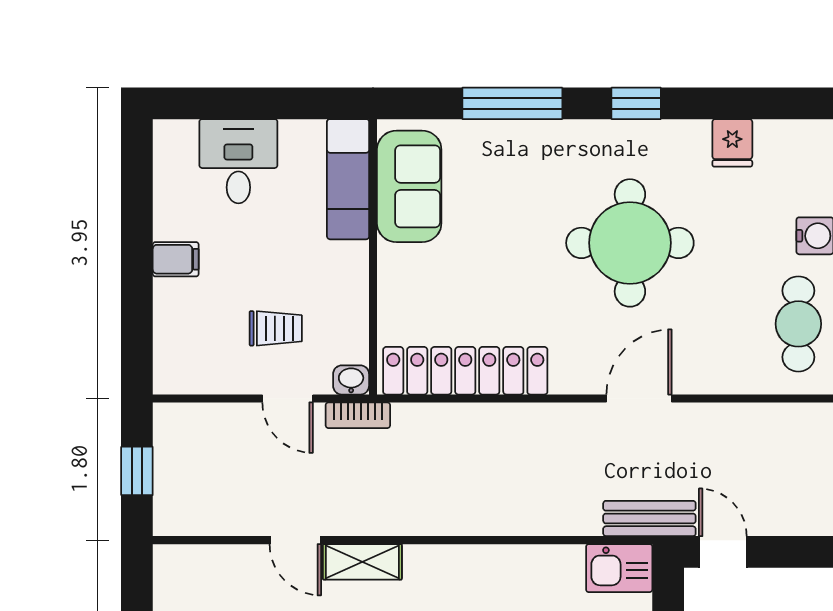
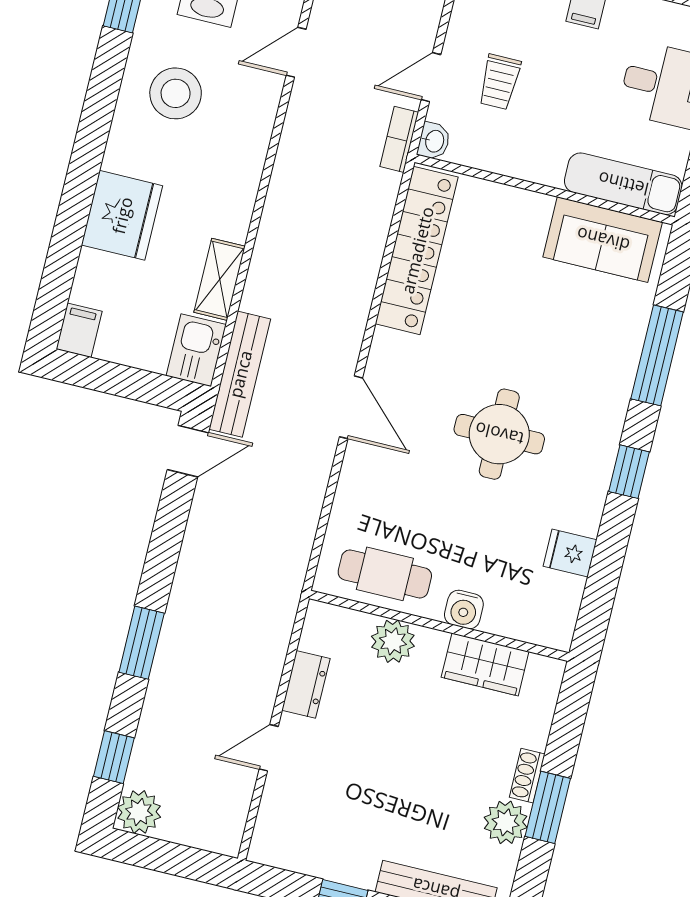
round table: (630, 243) -> (499, 434), width x0.73, depth x0.73
bench: (649, 518) -> (240, 374), width x1.36
shelving: (362, 562) -> (220, 279), moved

